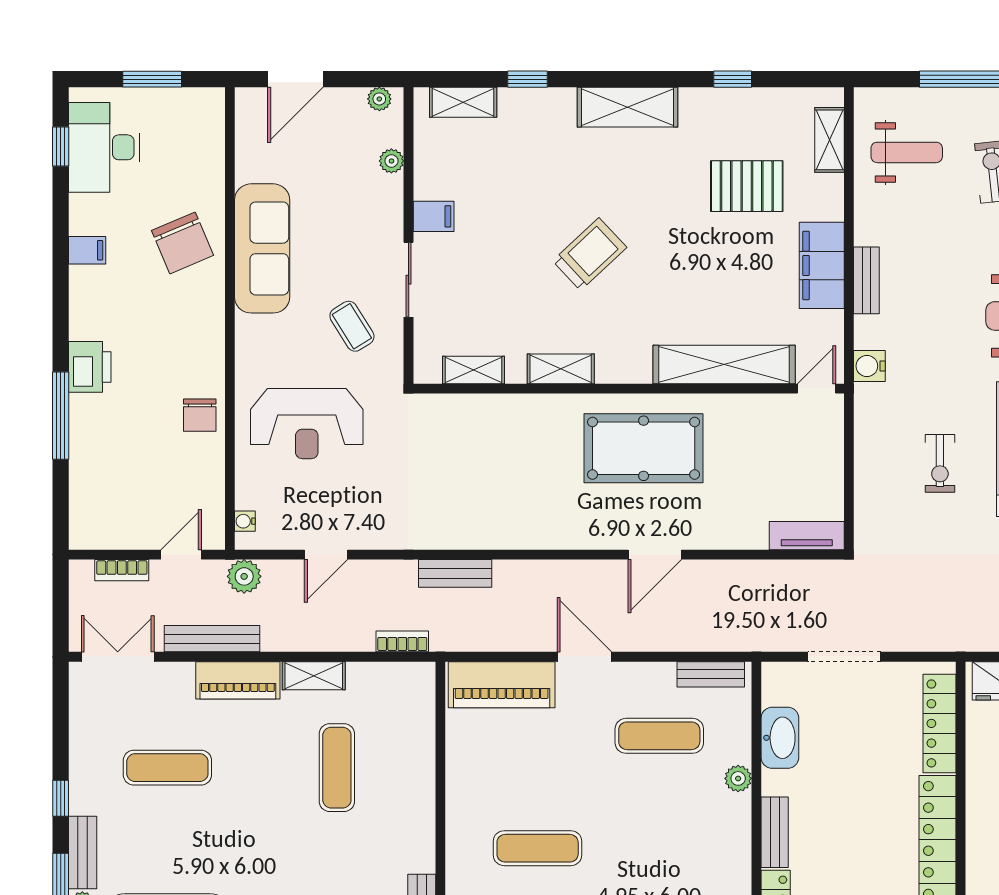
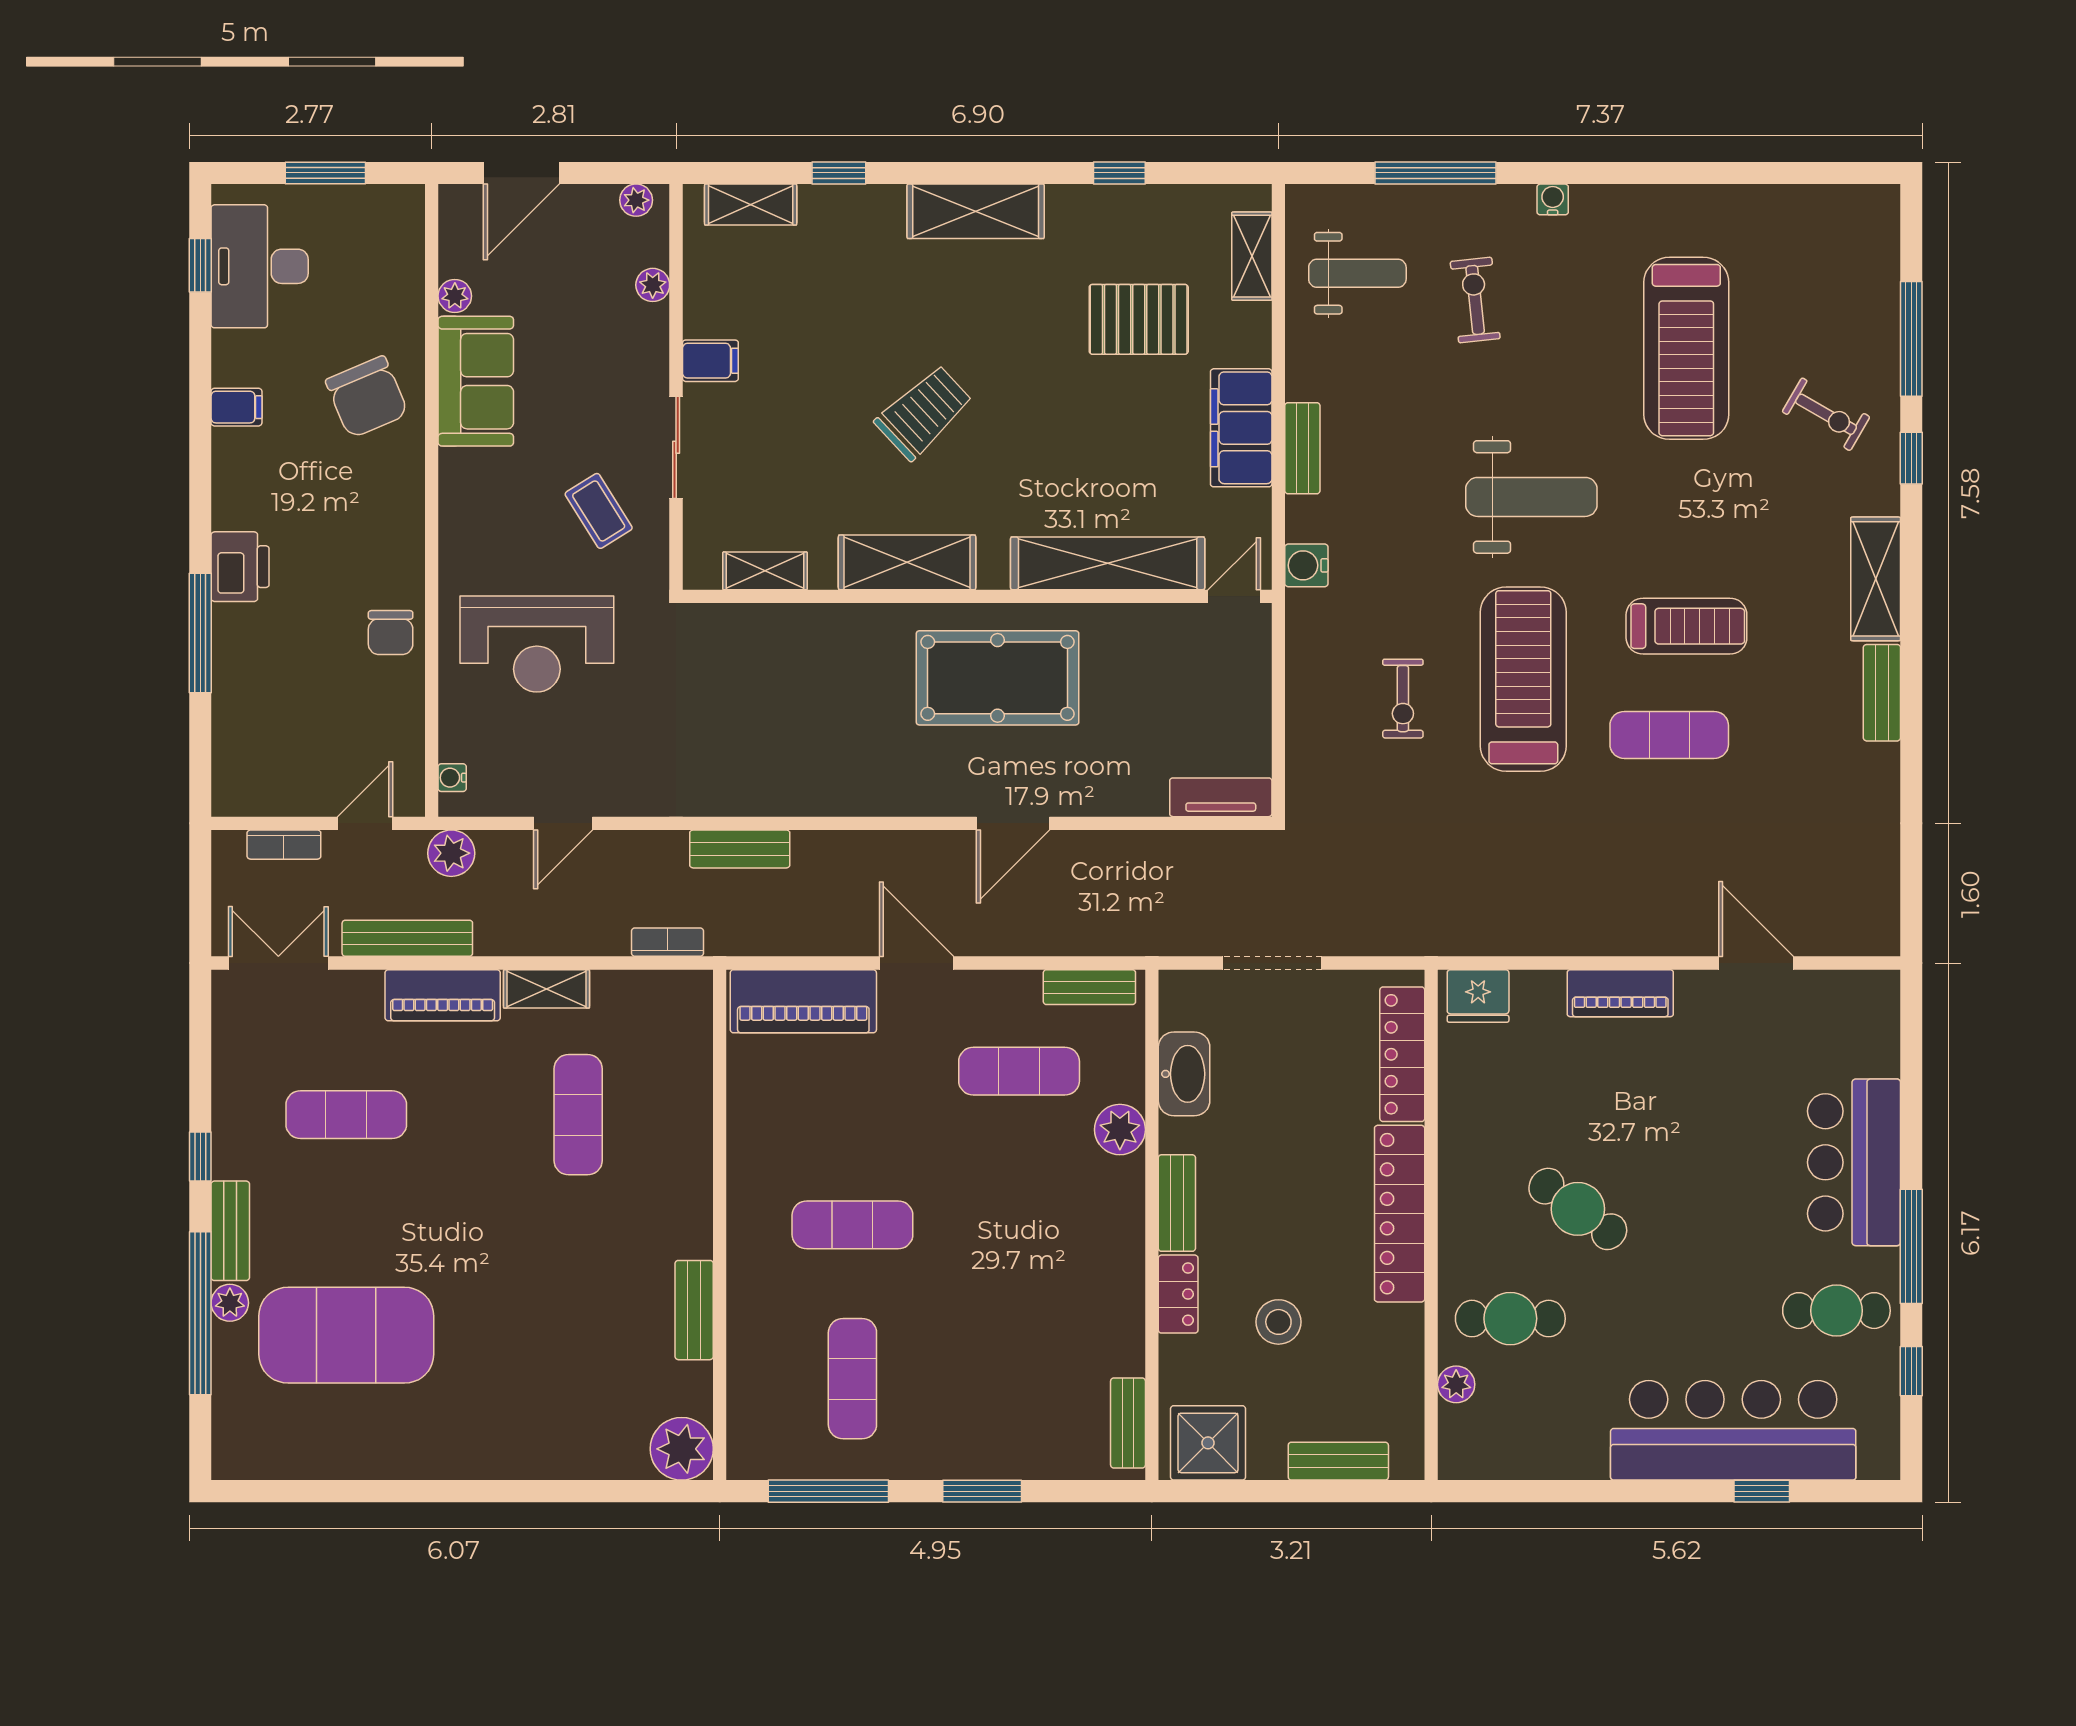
plant: (247, 169) -> (455, 296), added
sofa: (262, 248) -> (476, 381), width x0.73
shelving: (561, 369) -> (907, 562), width x1.50, depth x1.33
plant: (738, 778) -> (1120, 1130), width x1.38, depth x1.38

